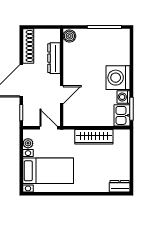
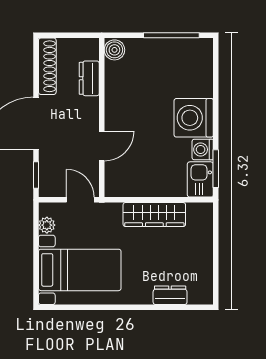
dresser: (54, 58) -> (89, 78), width x0.70
dresser: (120, 186) -> (170, 295), moved

